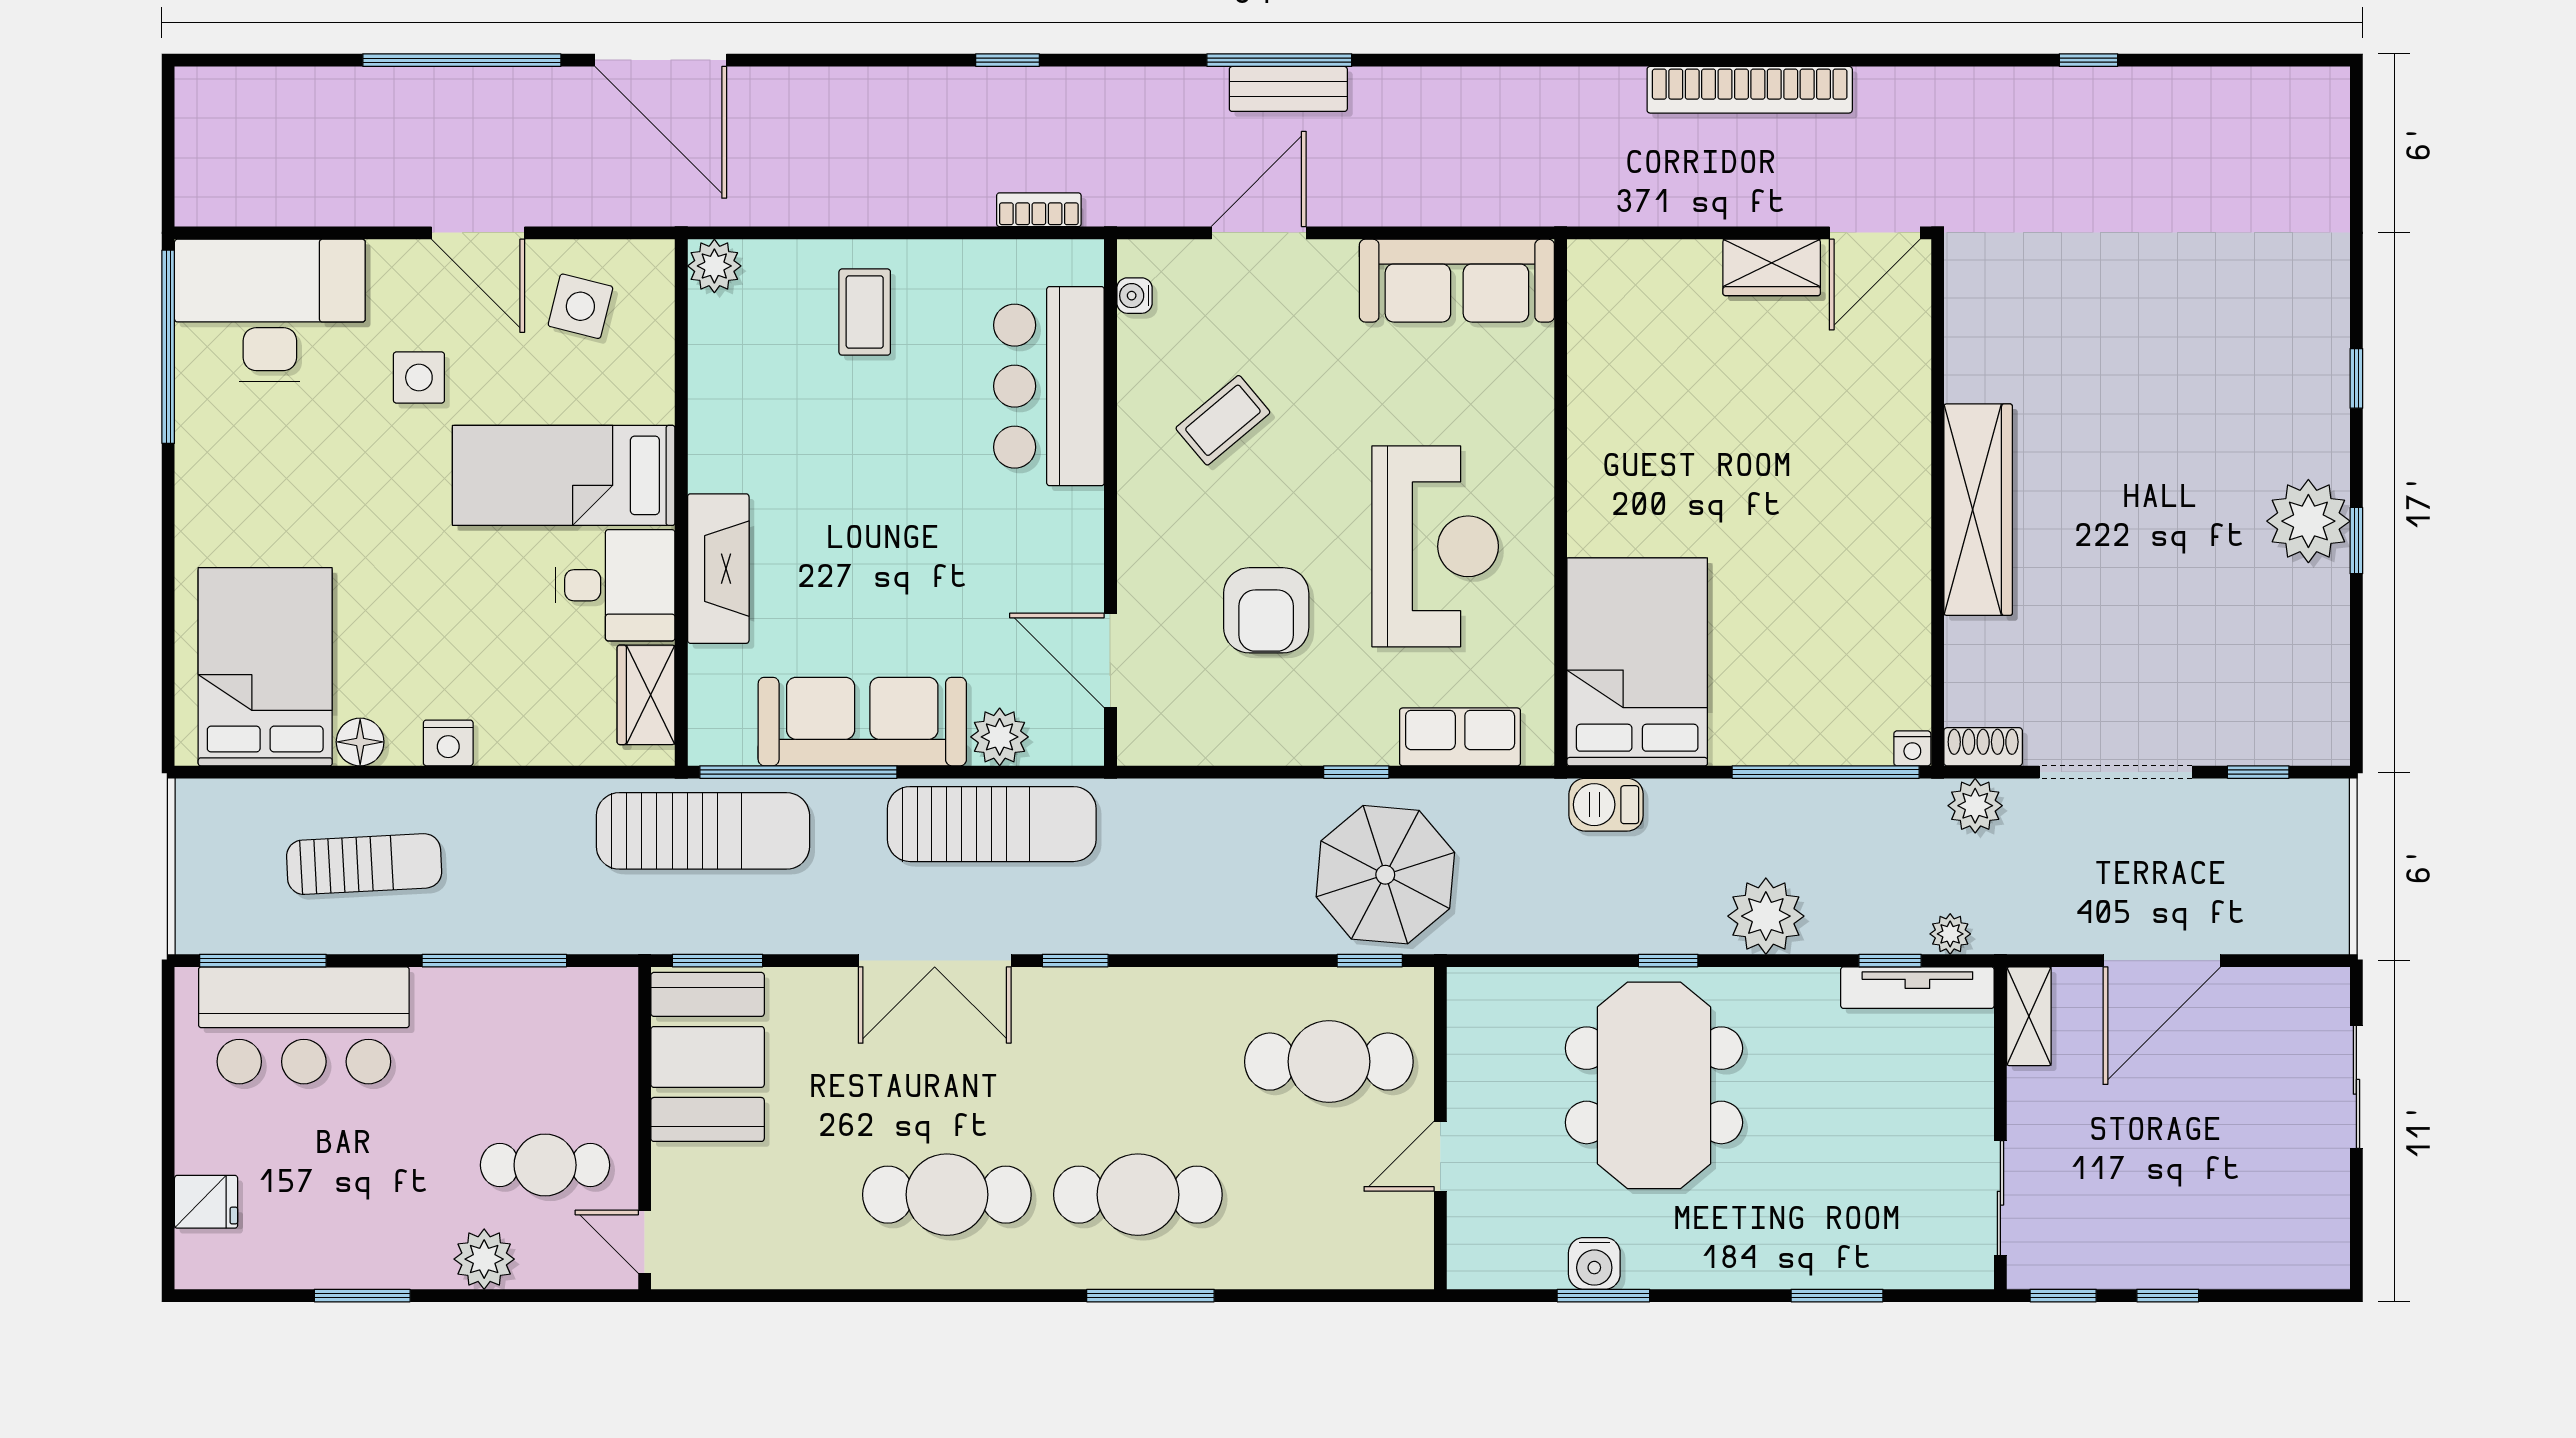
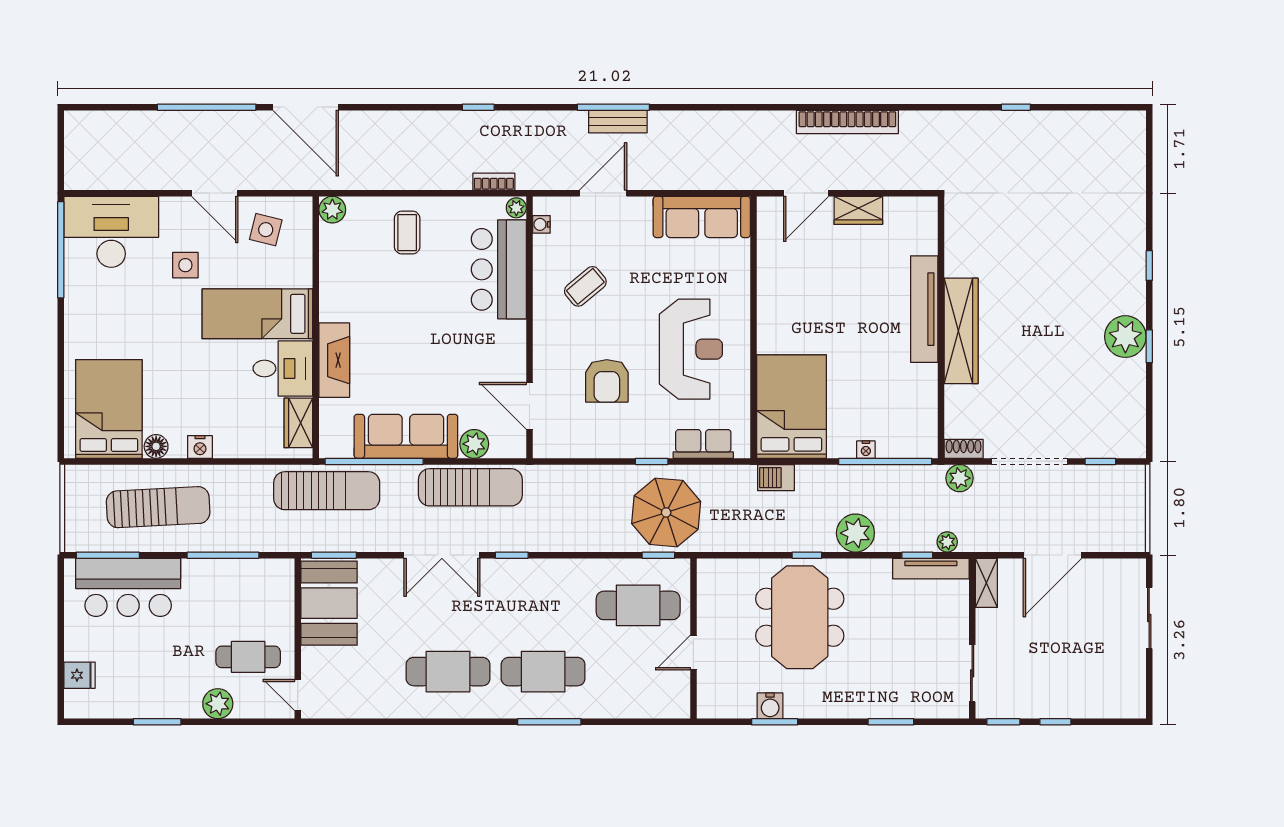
door: (1875, 233) -> (806, 193), moved
plant: (1084, 262) -> (516, 208), added
tv unit: (1904, 466) -> (924, 309), added
nightstand: (1912, 748) -> (866, 450), moved
sun lounger: (364, 864) -> (158, 507), width x1.36, depth x1.34

